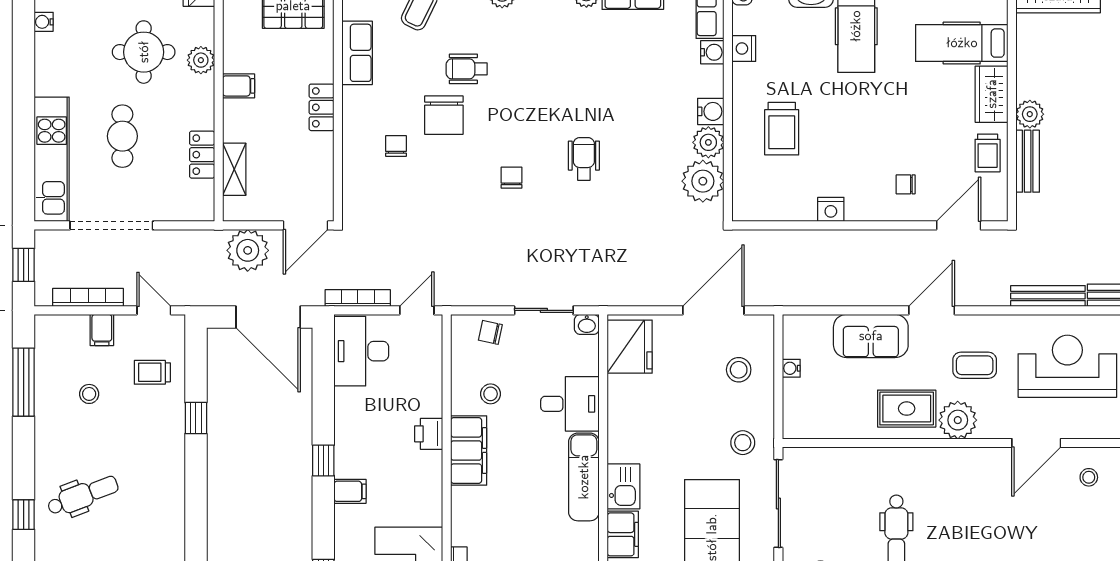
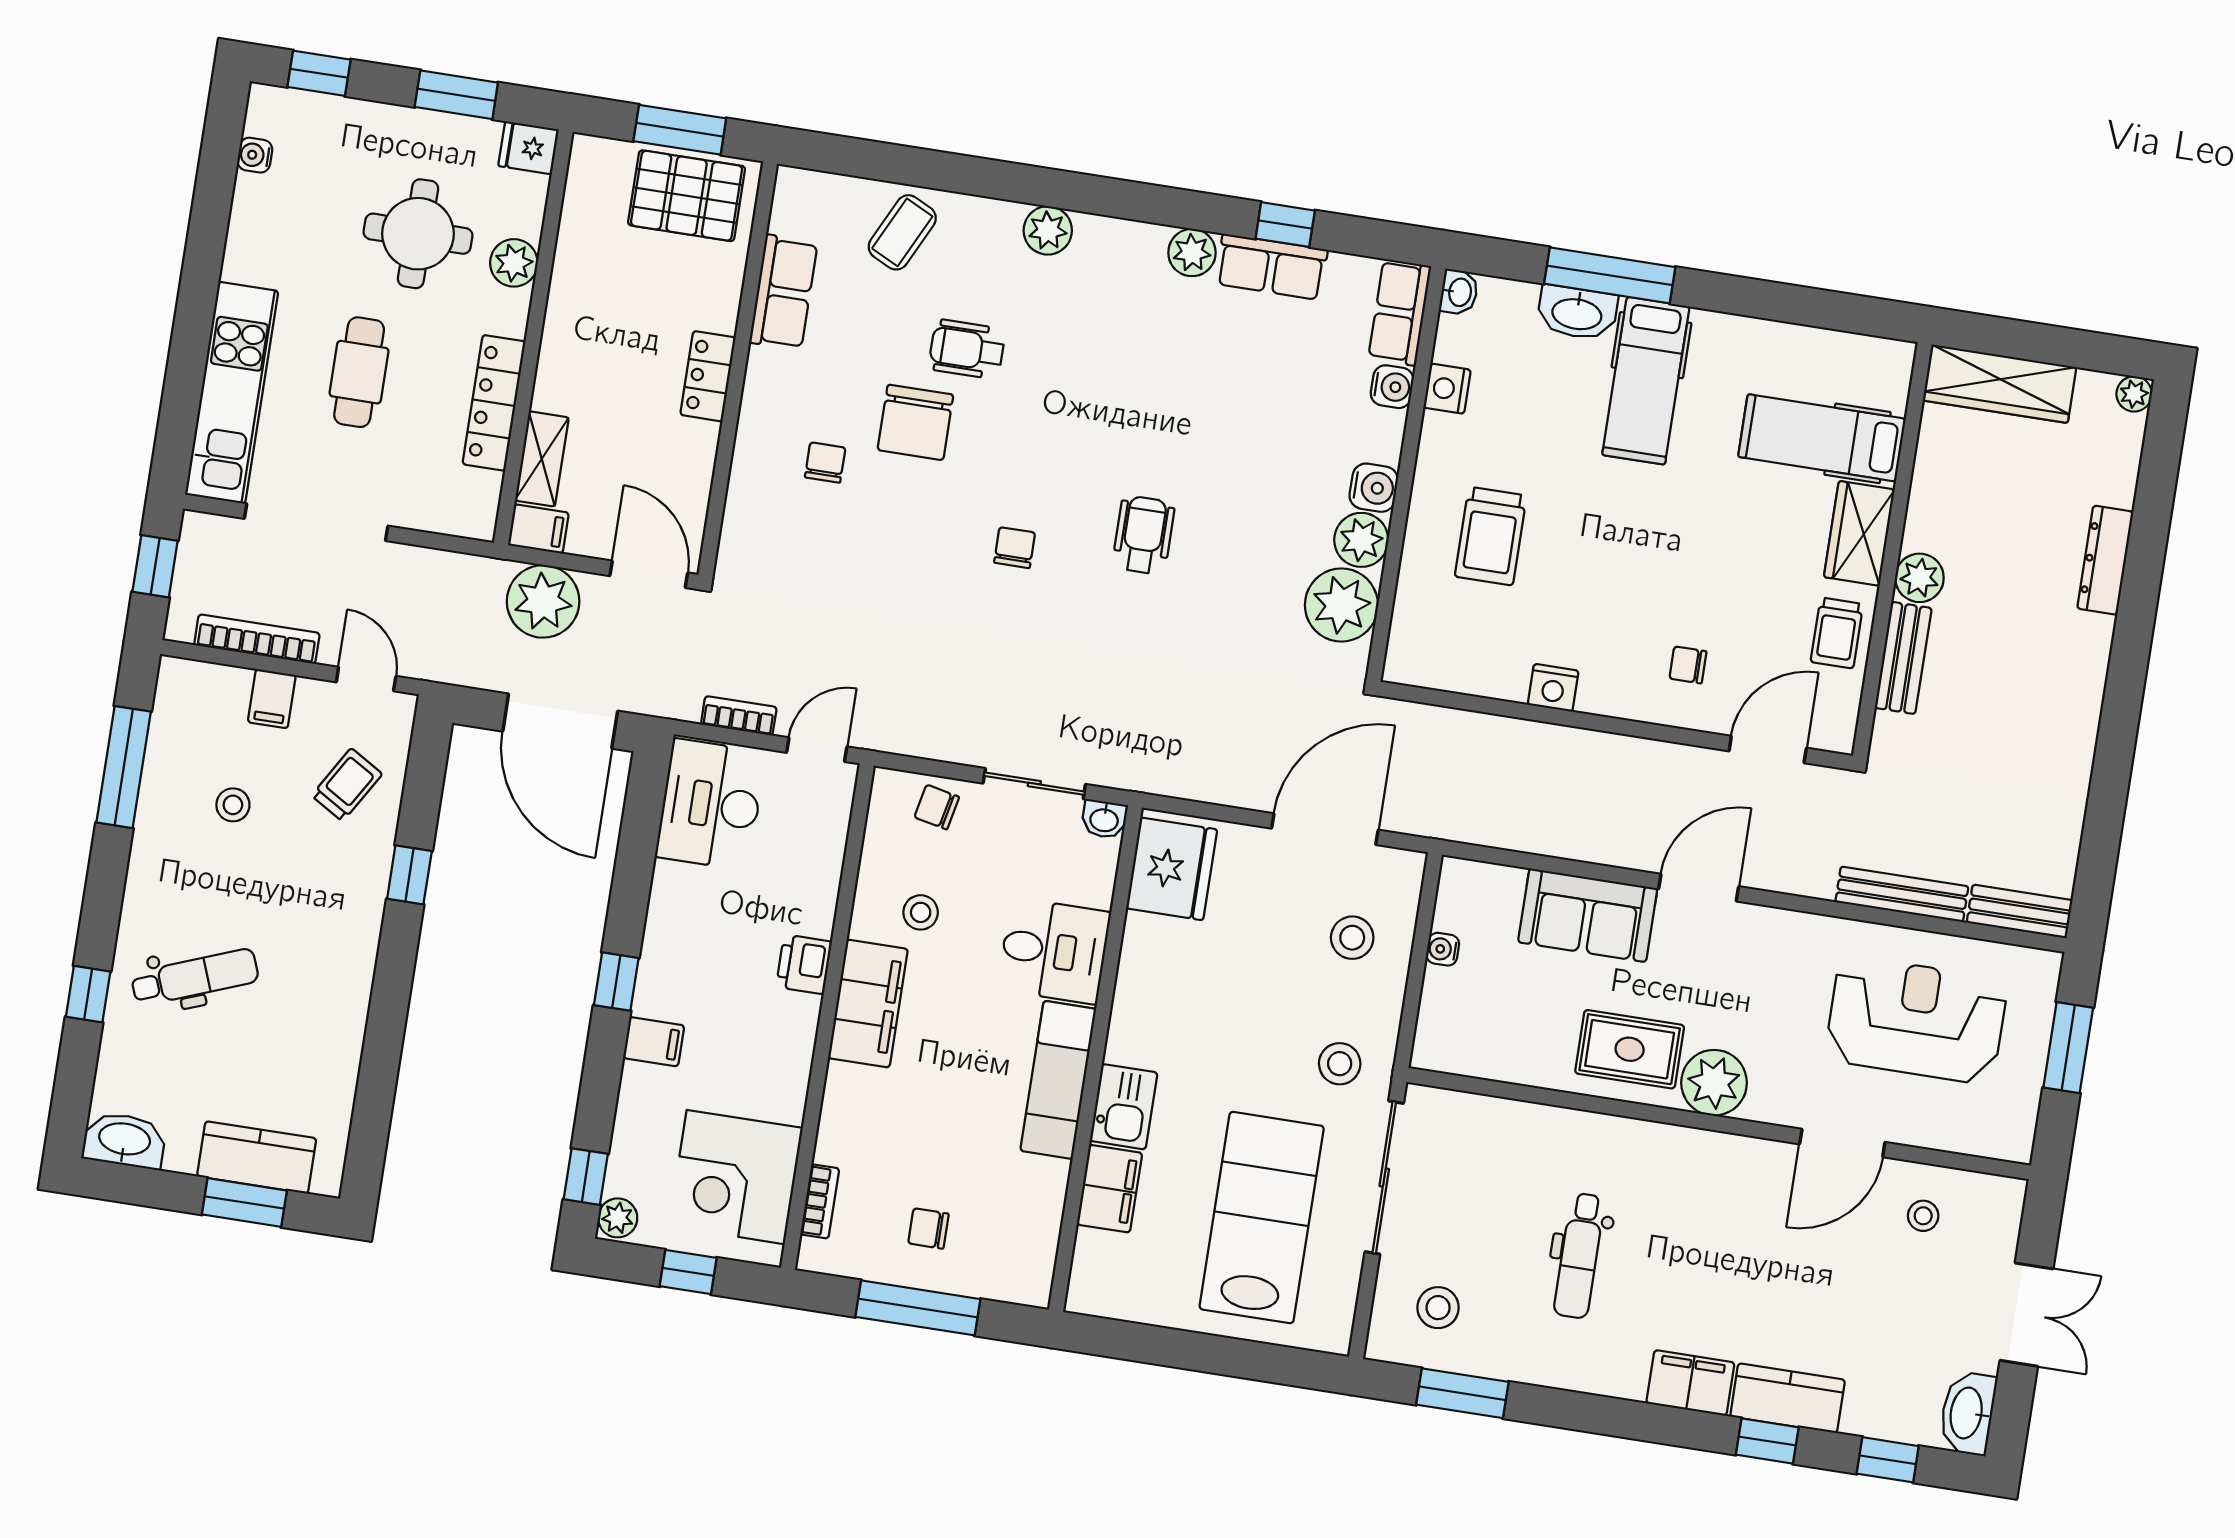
filing cabinet: (239, 86) -> (538, 529), moved
locker: (202, 155) -> (494, 403), width x1.53
door: (305, 225) -> (649, 574), swing flipped
bookcase: (358, 298) -> (739, 716), width x0.64
coffee table: (975, 365) -> (1758, 993), removed
trolley: (152, 372) -> (347, 785), turned 121

